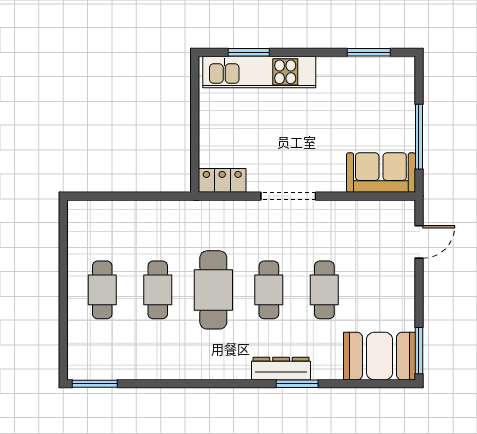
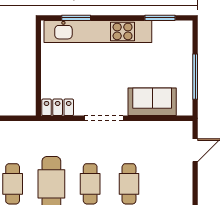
kitchen unit: (259, 72) -> (98, 31), width x1.36
sofa: (381, 173) -> (152, 102), moved

